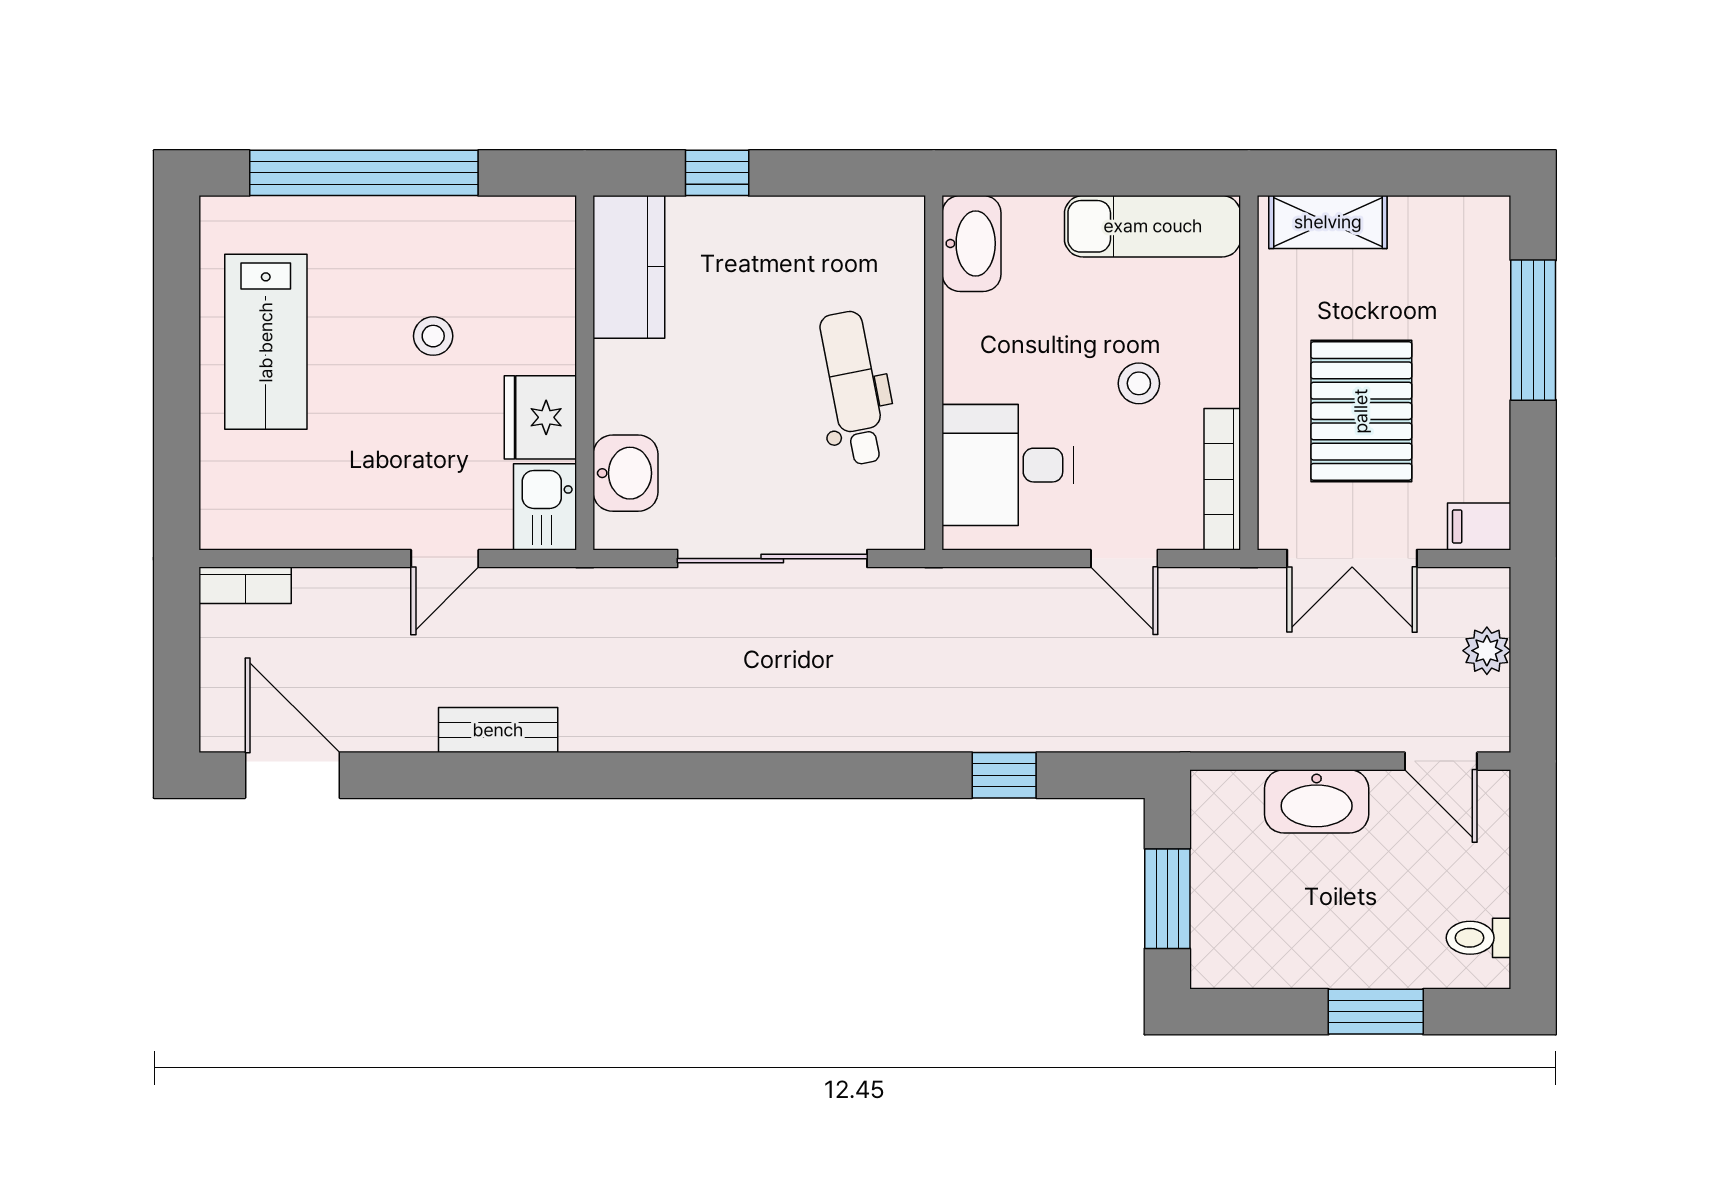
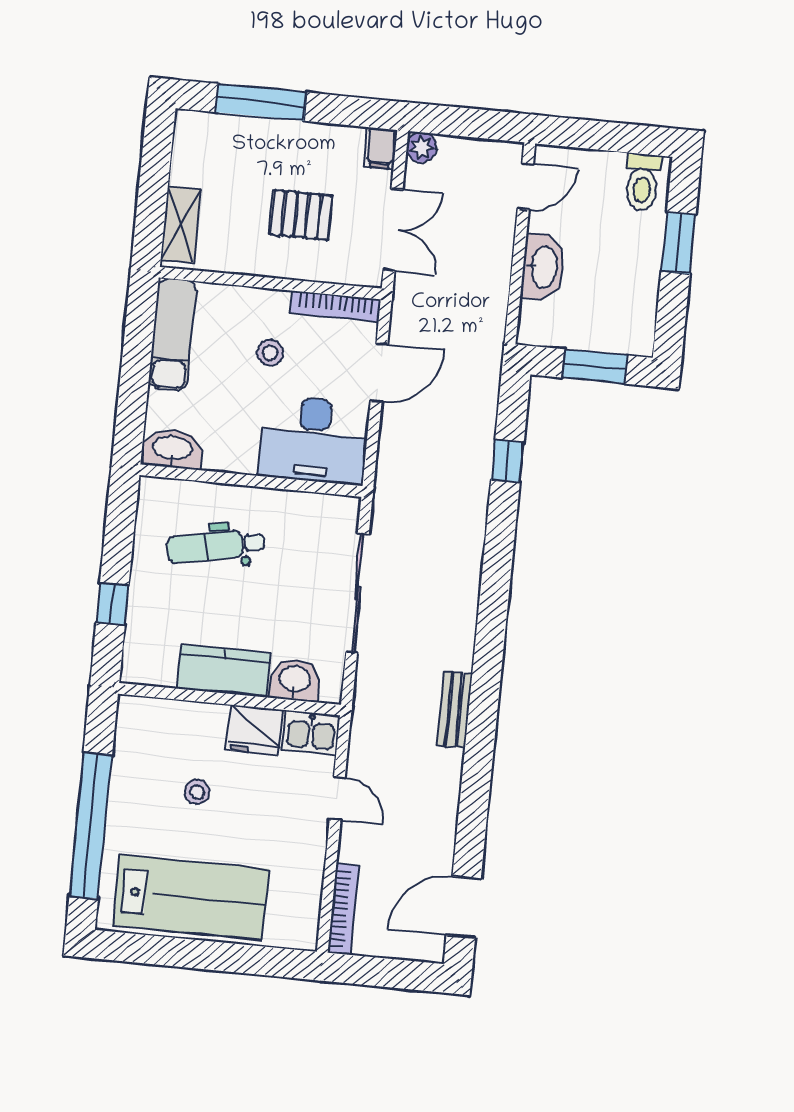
kitchen counter: (629, 267) -> (224, 671), moved
lab bench: (266, 342) -> (190, 897), width x1.36, depth x1.39
dental chair: (853, 388) -> (216, 546), moved
pallet: (1361, 411) -> (301, 215), width x0.67, depth x0.71
desk: (1008, 465) -> (313, 440), width x1.37
door: (1124, 559) -> (379, 373), width x1.38
bookcase: (245, 585) -> (343, 909), width x1.56
plant: (1487, 651) -> (422, 147), moved
bench: (498, 730) -> (454, 709), moved
toilet: (1479, 938) -> (642, 182), width x1.37, depth x1.39

